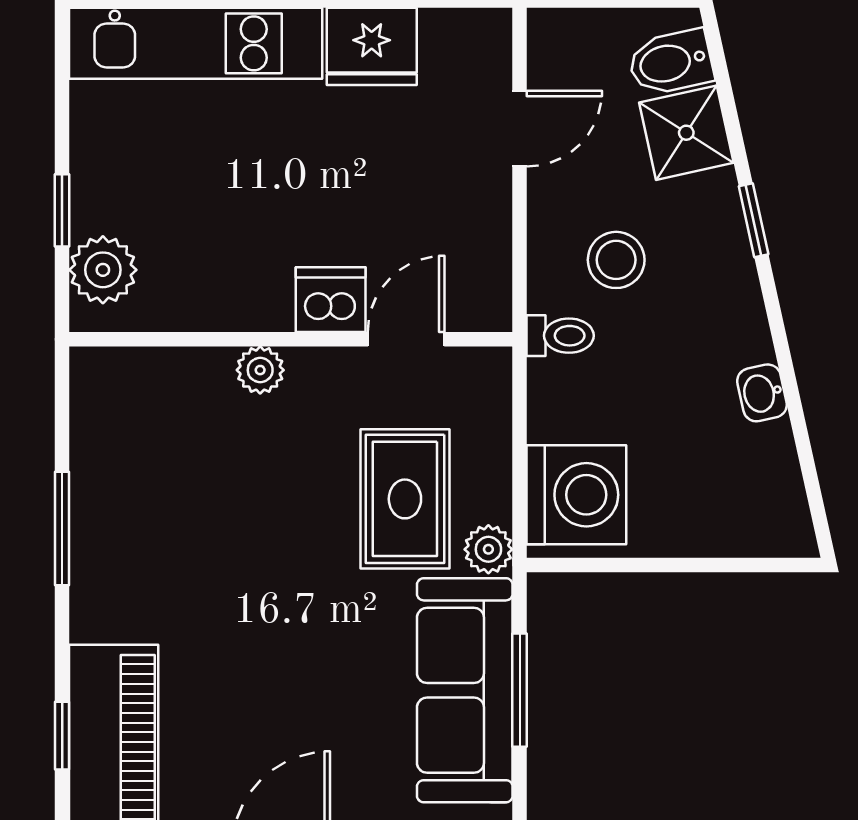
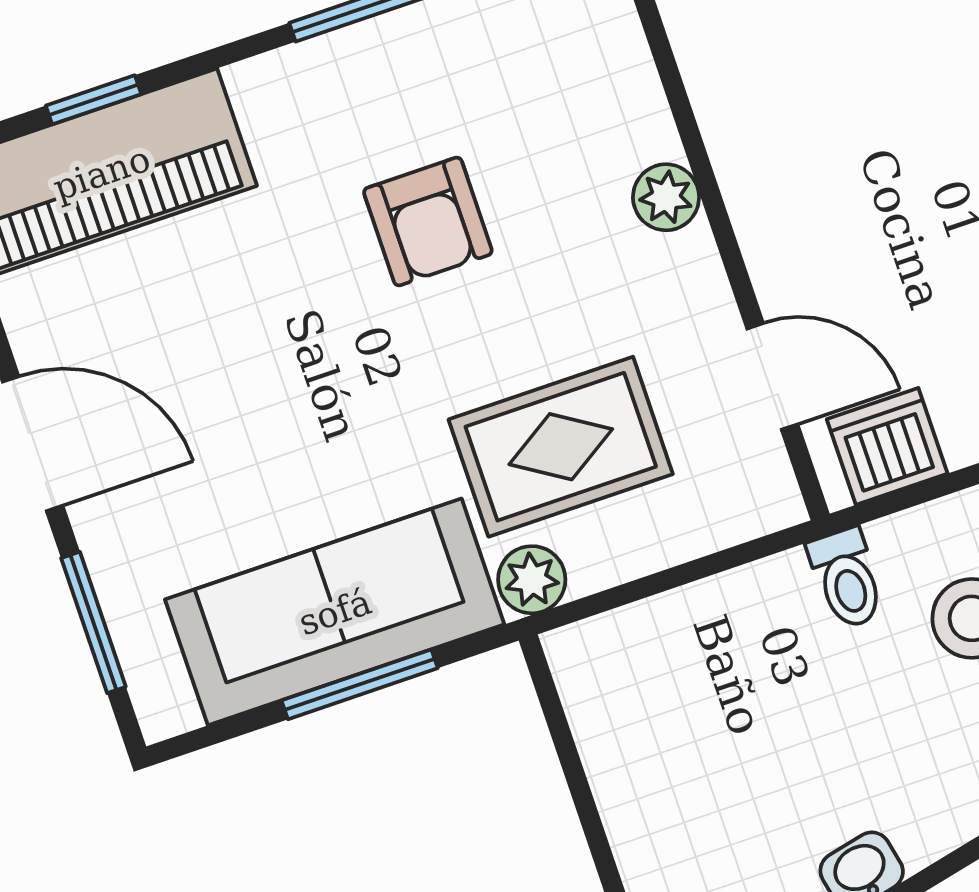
dishwasher: (331, 300) -> (887, 446), moved, turned -90
washing machine: (576, 495) -> (643, 672), removed
armchair: (222, 537) -> (428, 221), added

